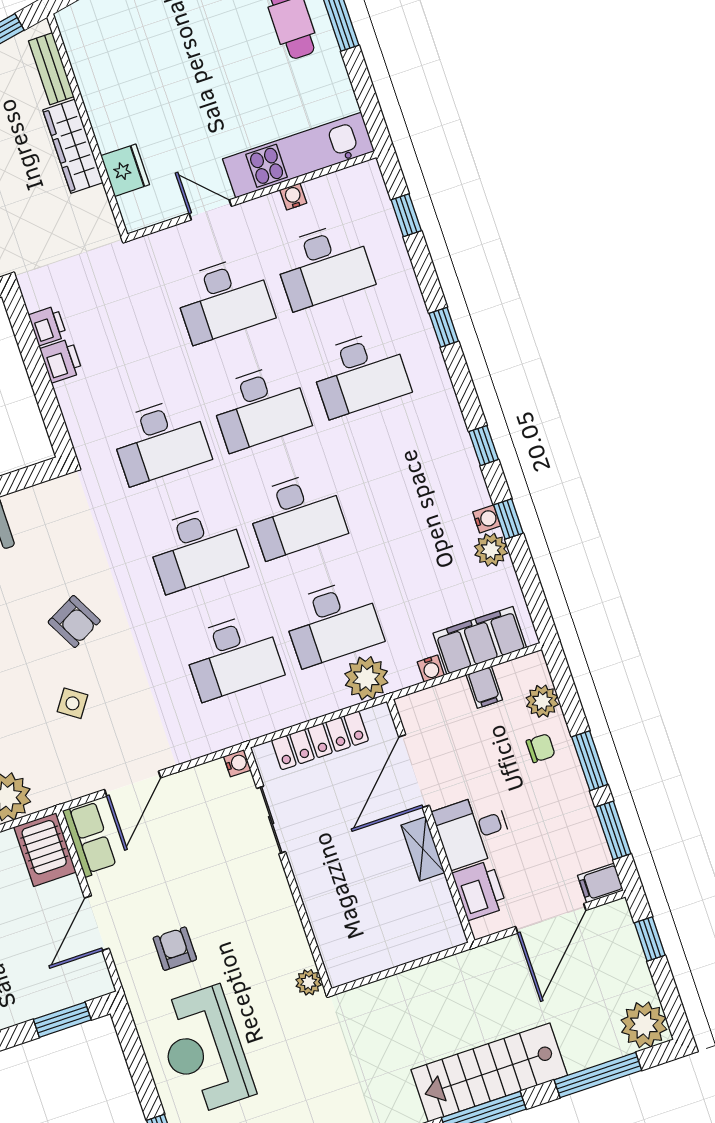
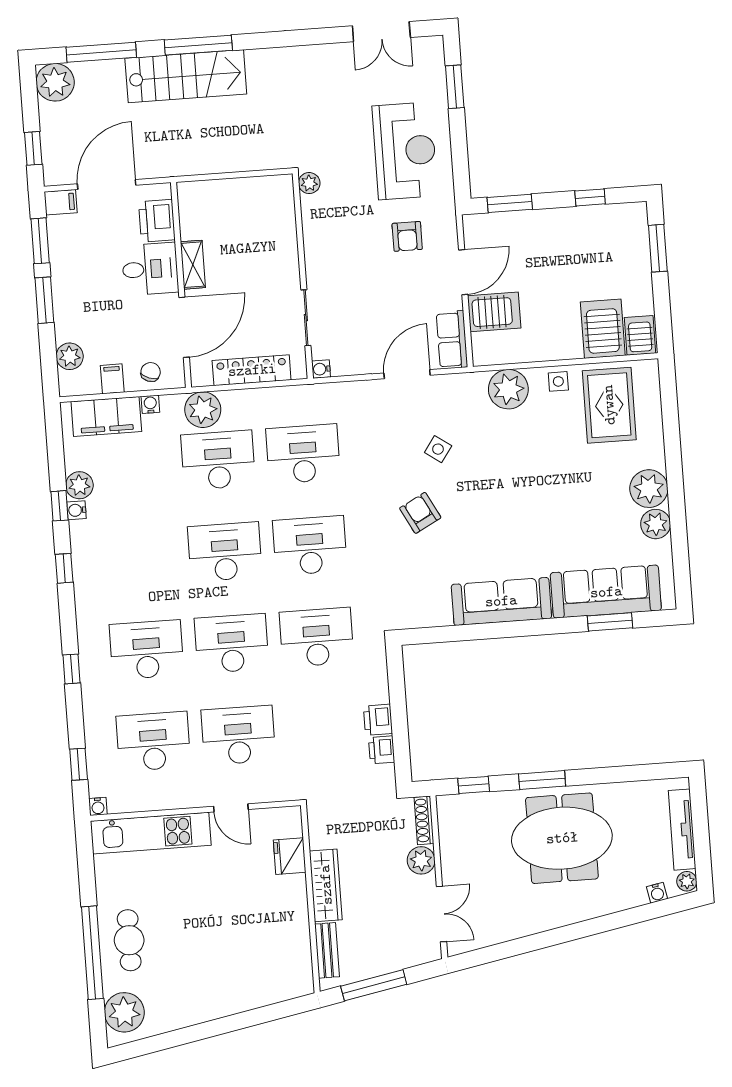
water cooler: (293, 197) -> (98, 806), moved
chair: (541, 748) -> (151, 372), moved, turned 111
server rack: (45, 850) -> (494, 312), moved, turned 90

